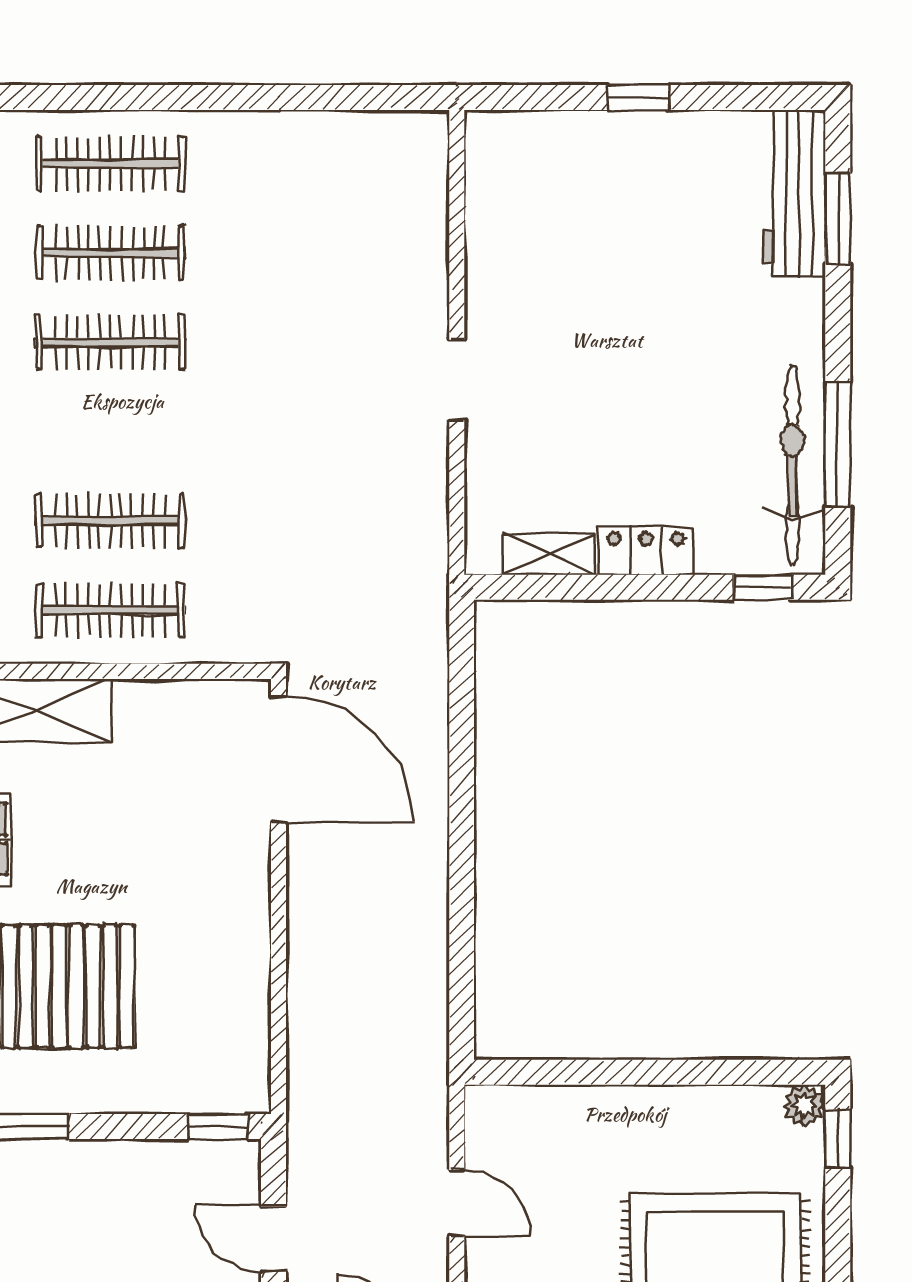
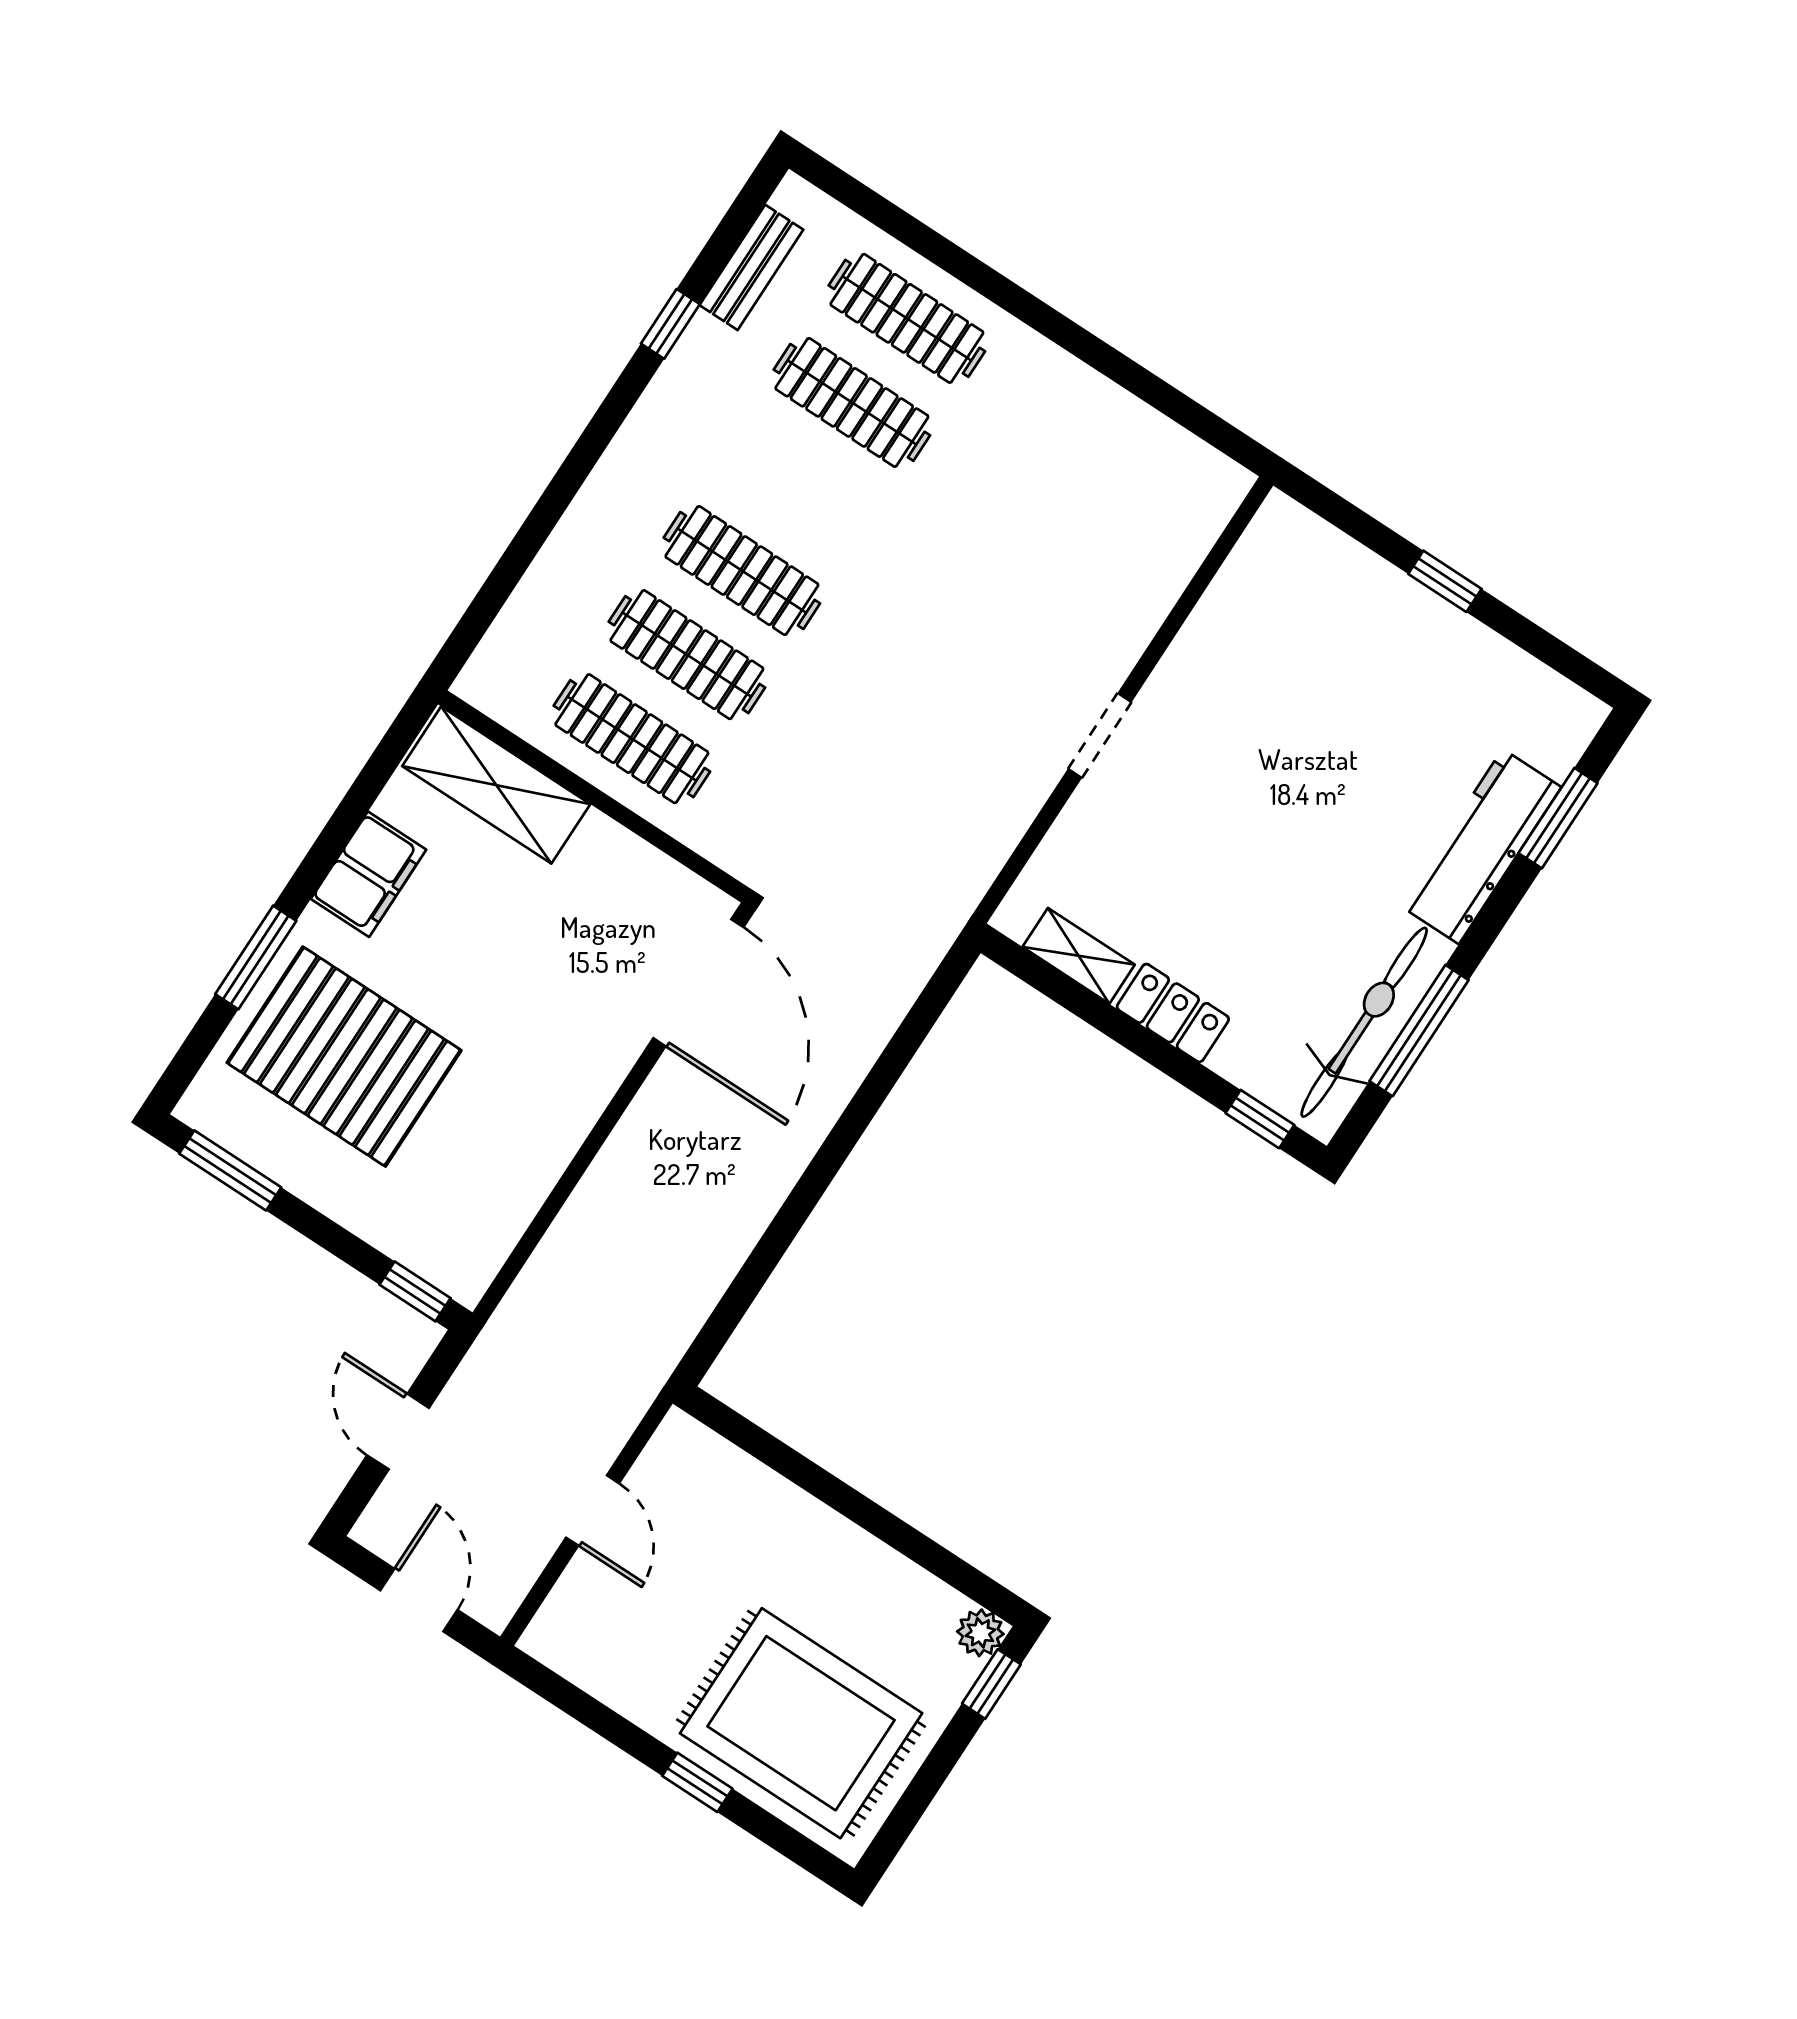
workbench: (794, 193) -> (1481, 846), moved
clothes rail: (110, 342) -> (742, 571), moved

